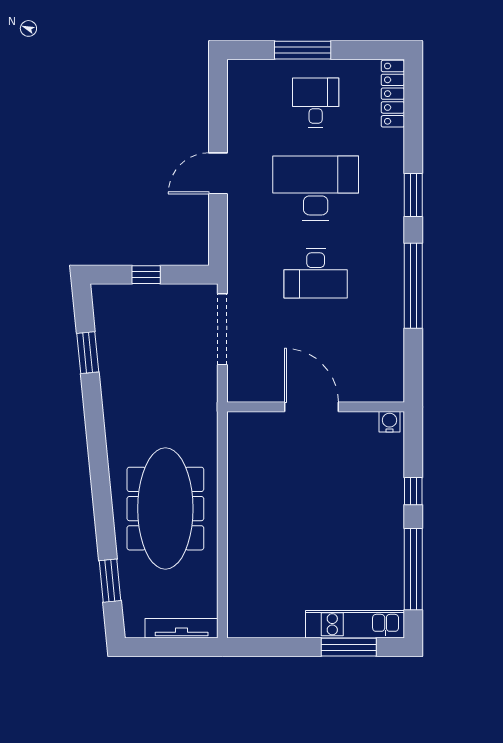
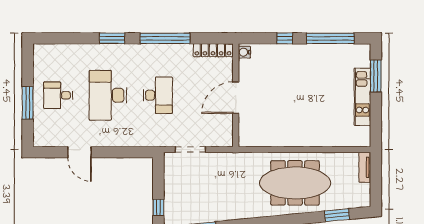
locker: (393, 94) -> (213, 50), moved
door: (218, 173) -> (79, 152), moved
window: (146, 275) -> (158, 207), moved
doorway: (222, 329) -> (190, 150), width x0.73
kitchen unit: (355, 624) -> (362, 97), moved
tv unit: (182, 628) -> (365, 167), width x0.71

